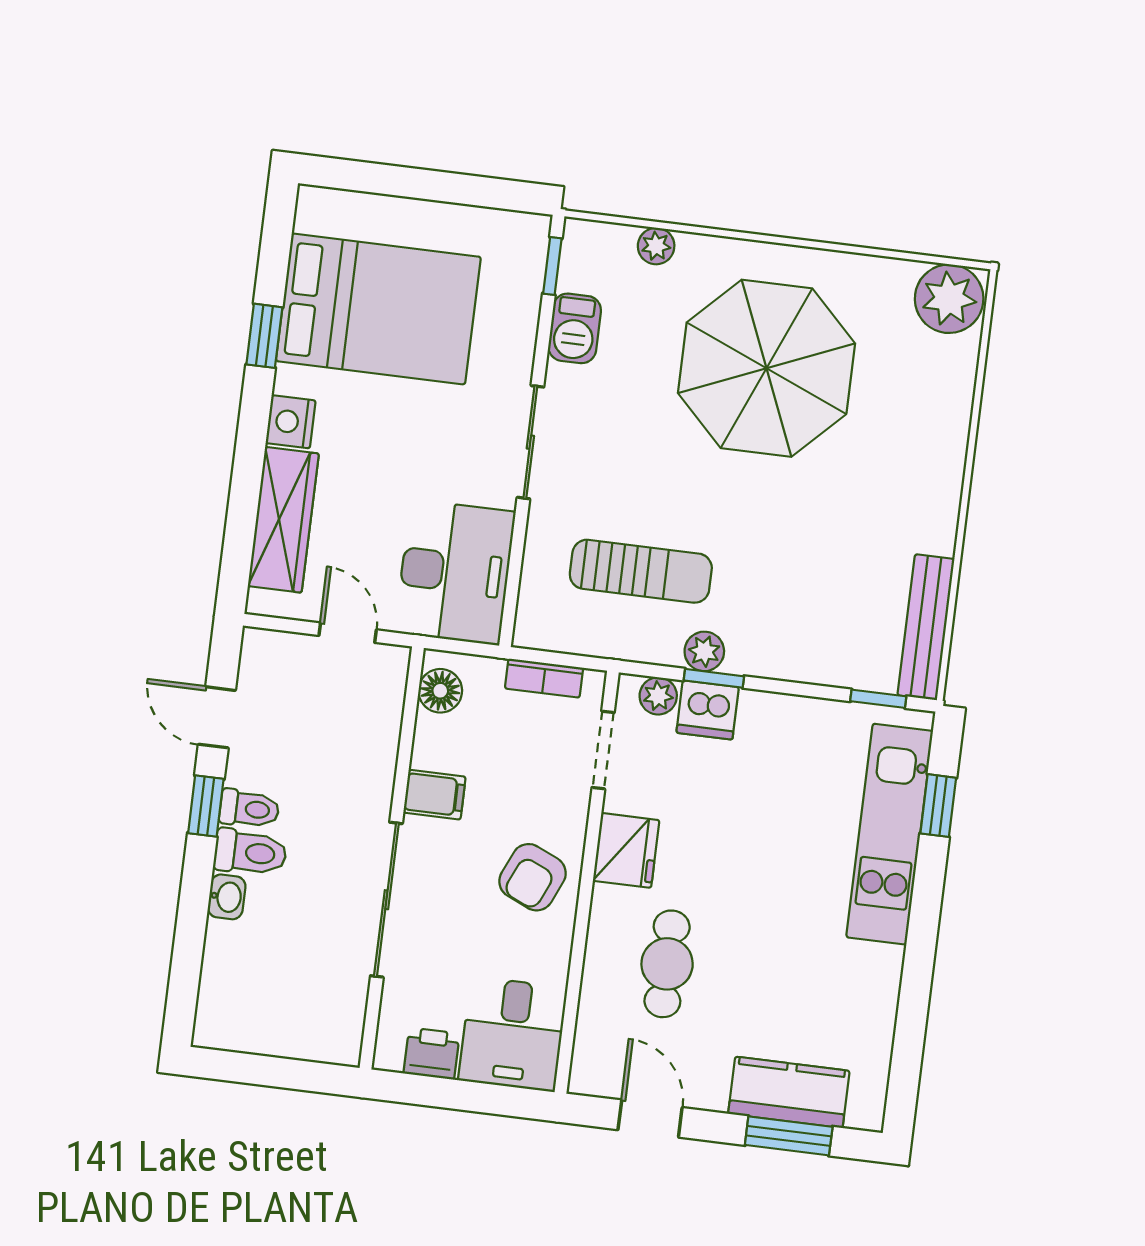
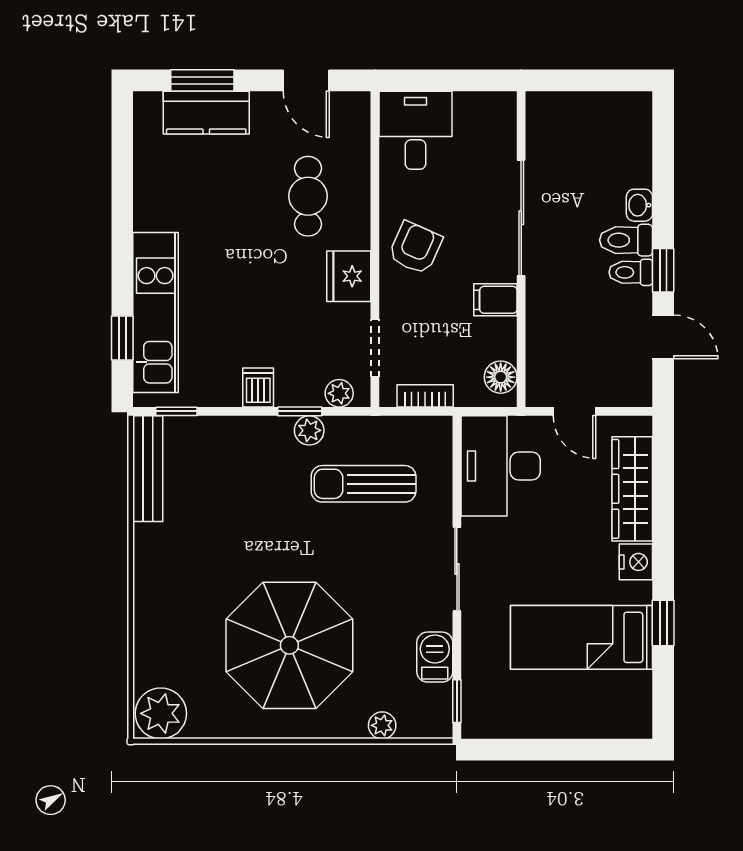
bed: (378, 309) -> (581, 637), width x0.67
dishwasher: (708, 710) -> (258, 387), moved, width x0.73
printer: (432, 1053) -> (474, 108), removed

